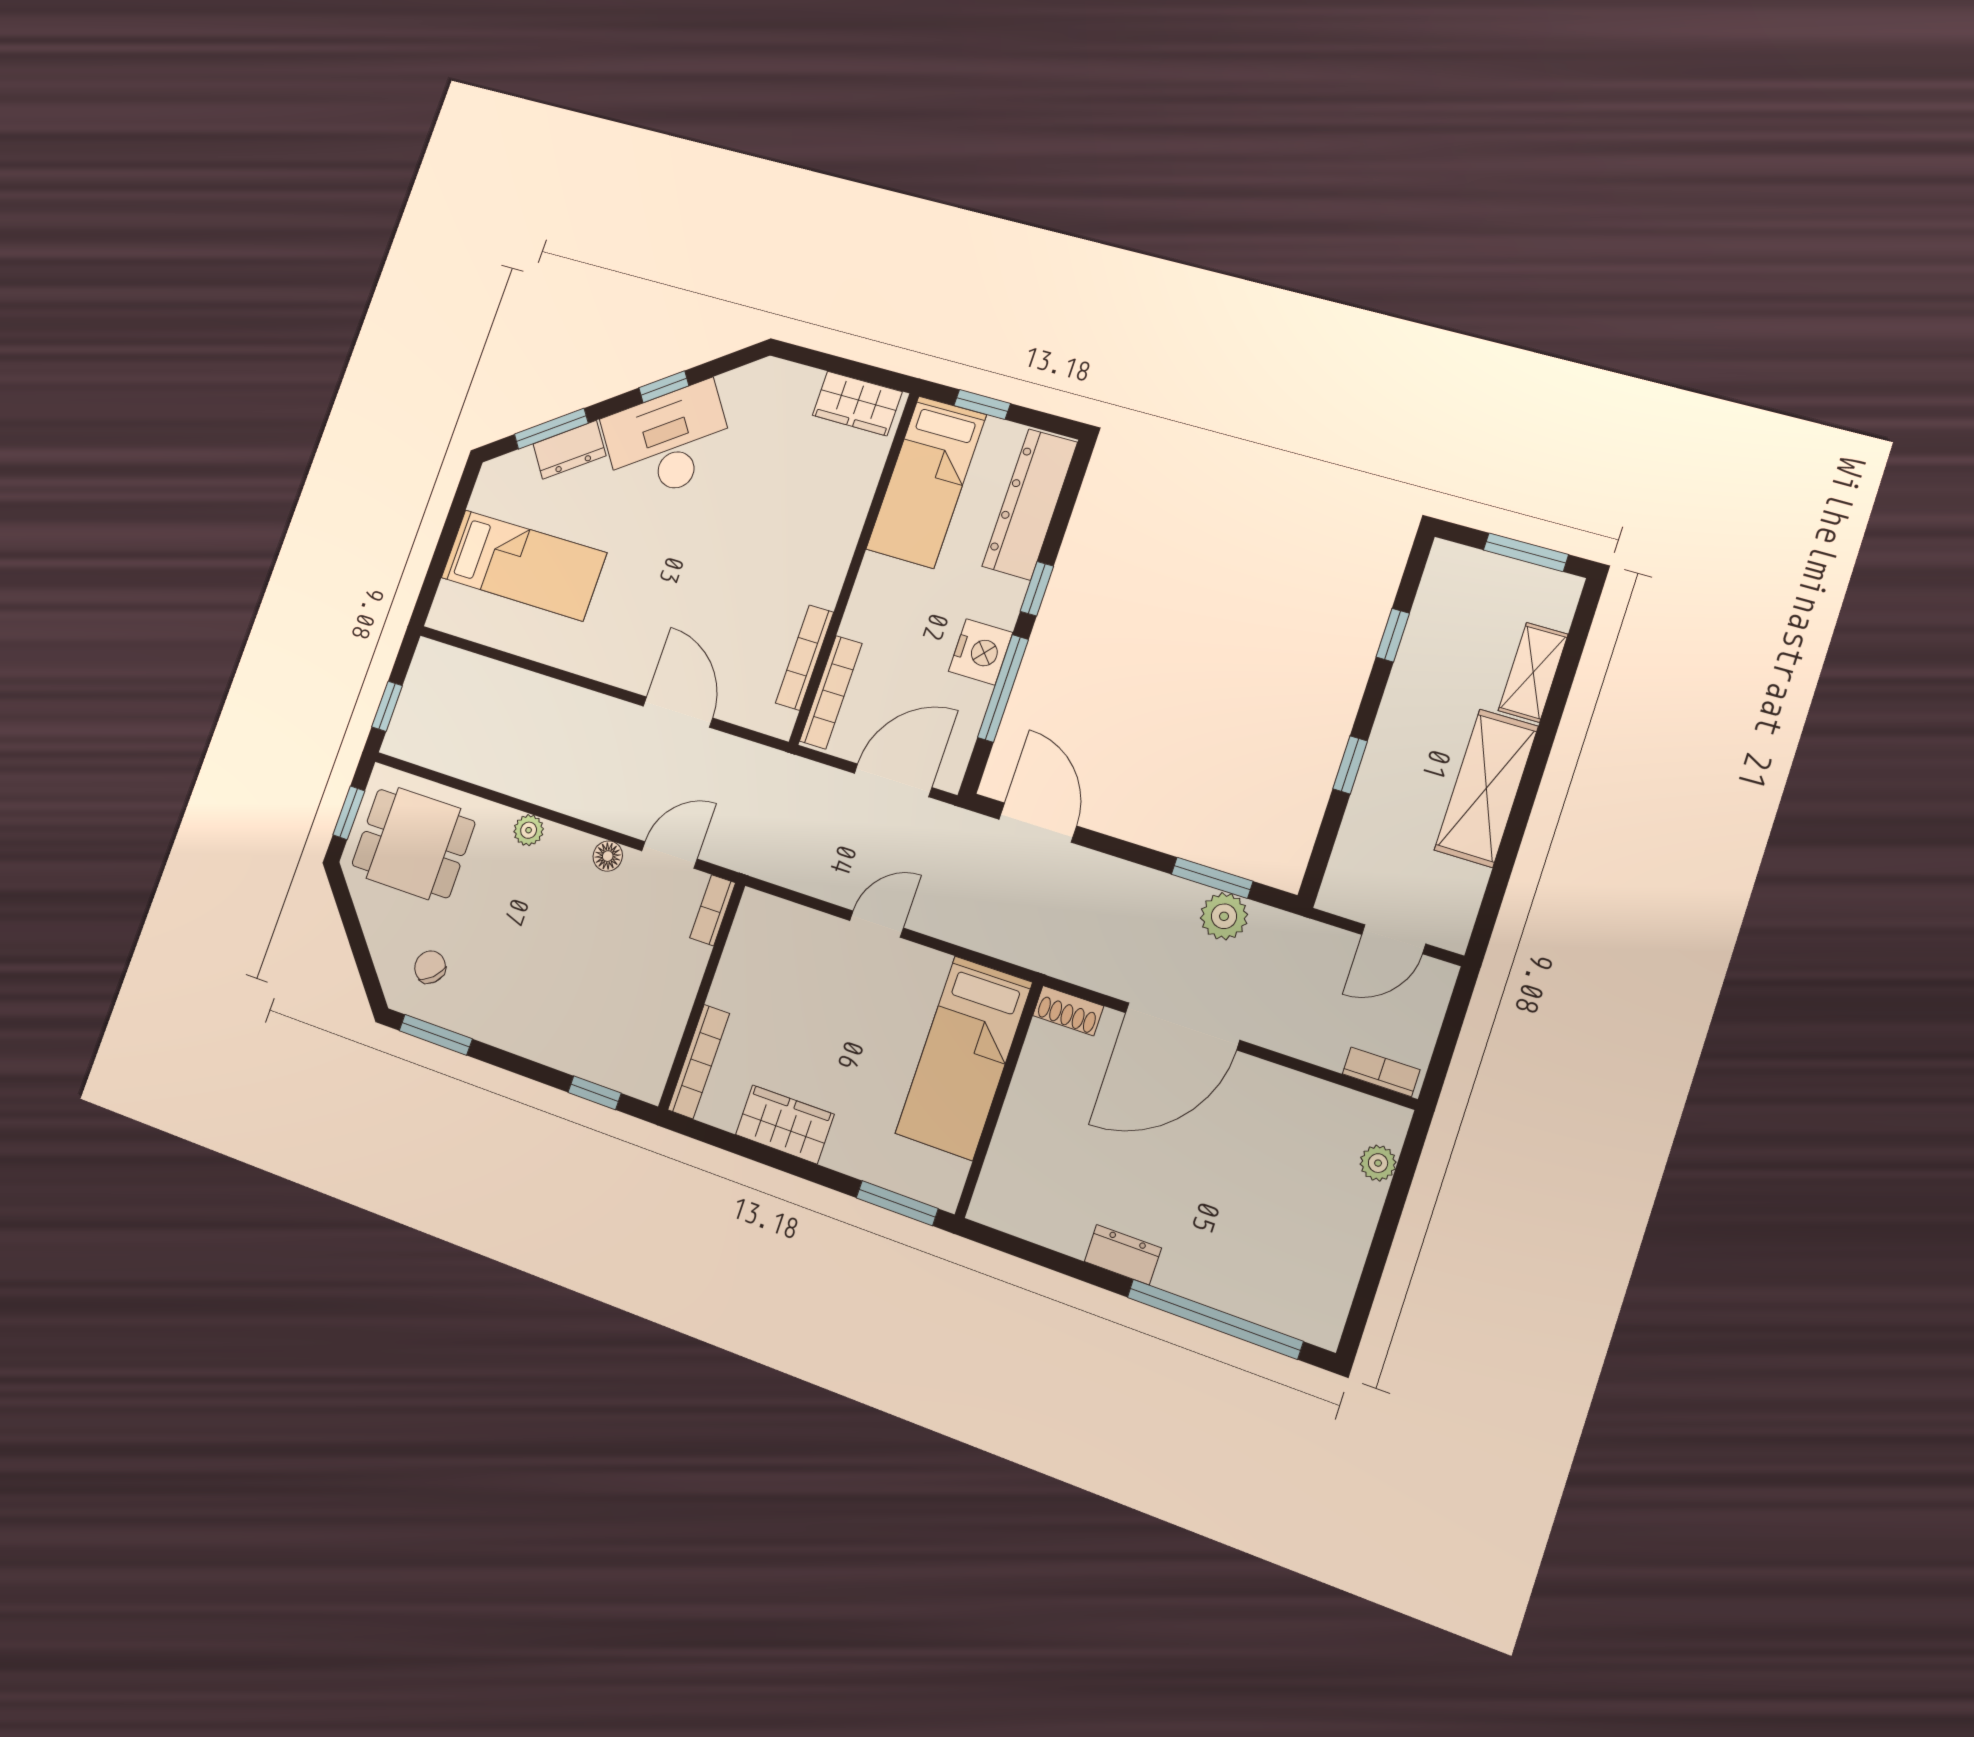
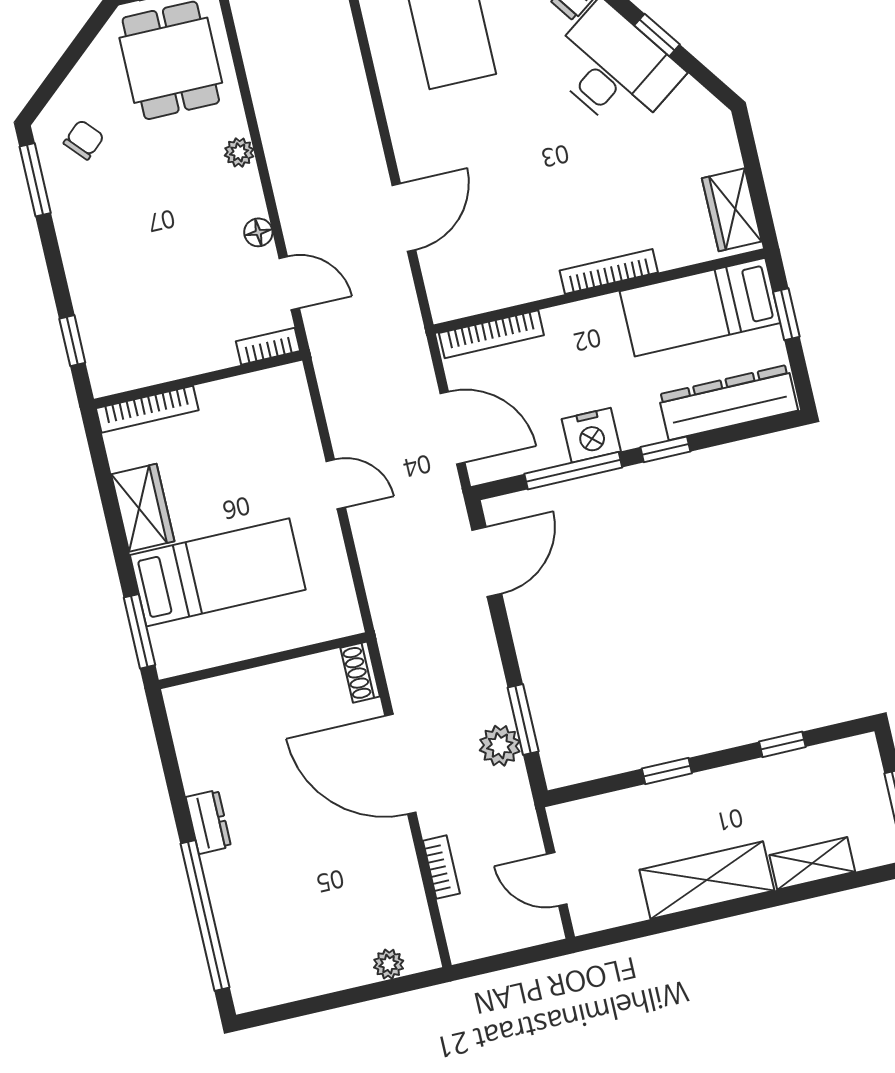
bookcase: (804, 658) -> (609, 271), moved
bed: (964, 1058) -> (218, 572), moved, turned 180
bookcase: (1381, 1072) -> (441, 867), moved

